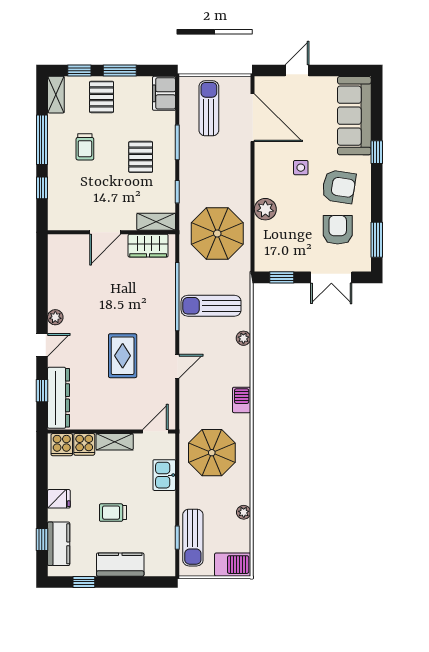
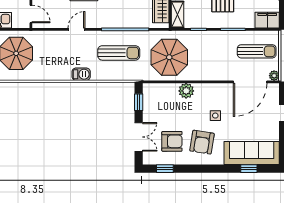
window: (377, 152) -> (249, 169), moved
window: (377, 240) -> (165, 169), width x0.67
double door: (331, 277) -> (139, 137), swing flipped
sun lounger: (211, 306) -> (119, 53), turned 90
plant: (243, 338) -> (274, 76), moved
door: (177, 366) -> (76, 29), swing flipped
barbecue: (242, 400) -> (81, 74), moved

